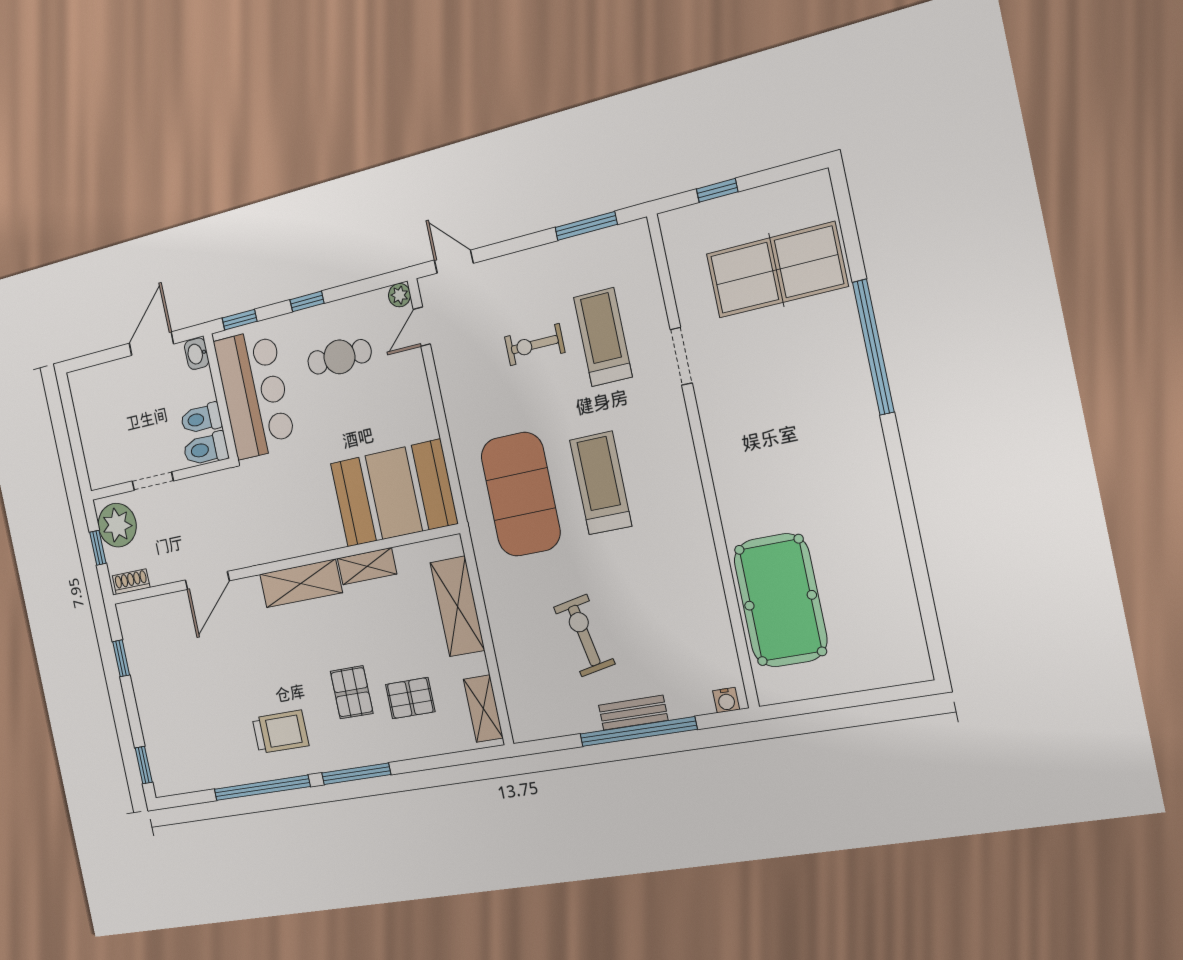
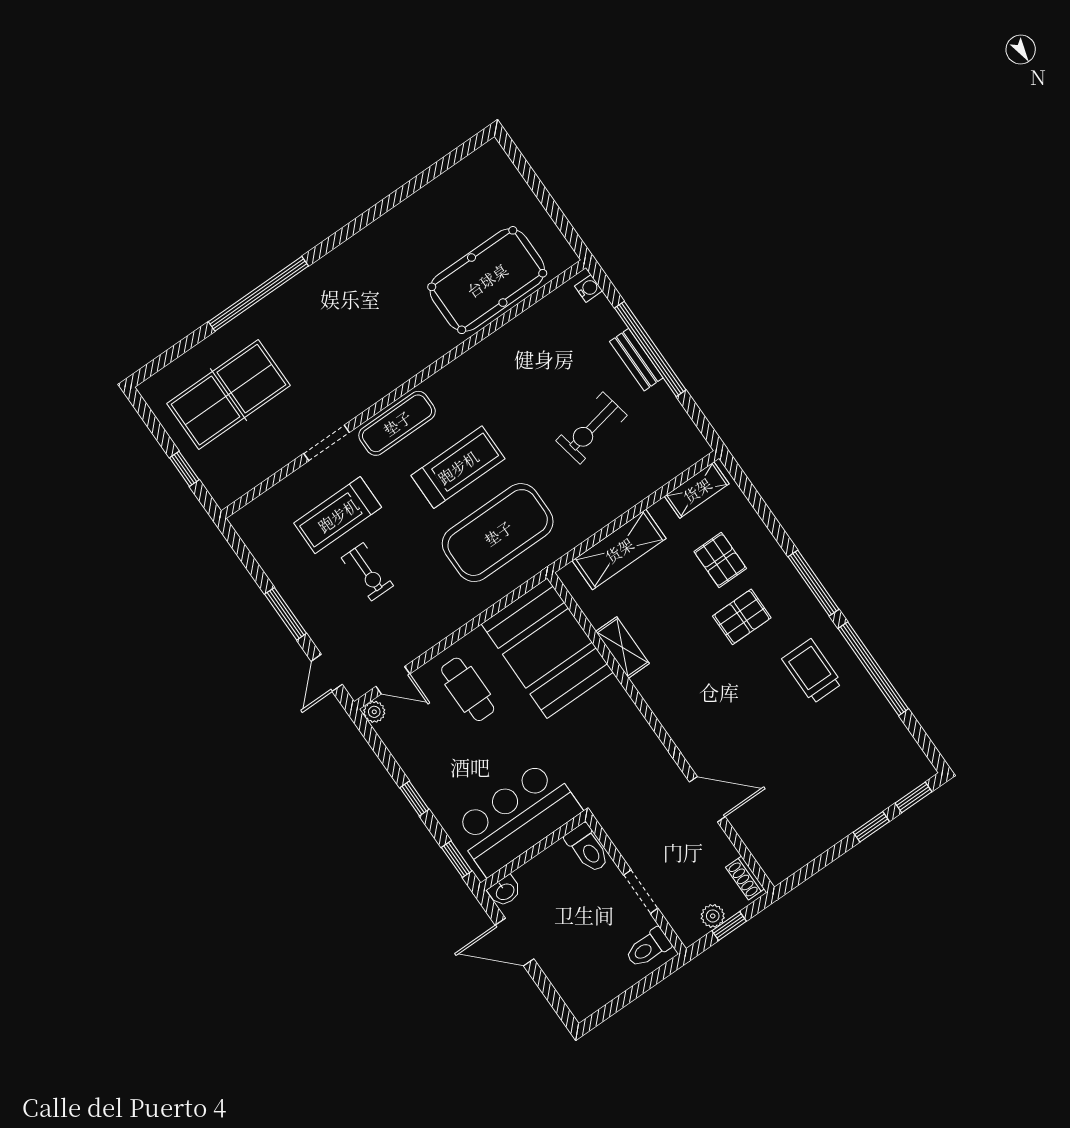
window: (586, 226) -> (286, 614), moved
table tennis table: (777, 270) -> (228, 395), turned 90
cafe table: (339, 357) -> (468, 689), moved
toilet: (201, 419) -> (648, 948), moved, turned 90
exercise mat: (671, 439) -> (397, 423), added
treadmill: (601, 483) -> (458, 467), turned 180
plant: (117, 525) -> (713, 916), width x0.53, depth x0.53
shelving: (301, 583) -> (667, 705), removed
window: (121, 658) -> (871, 827), moved

